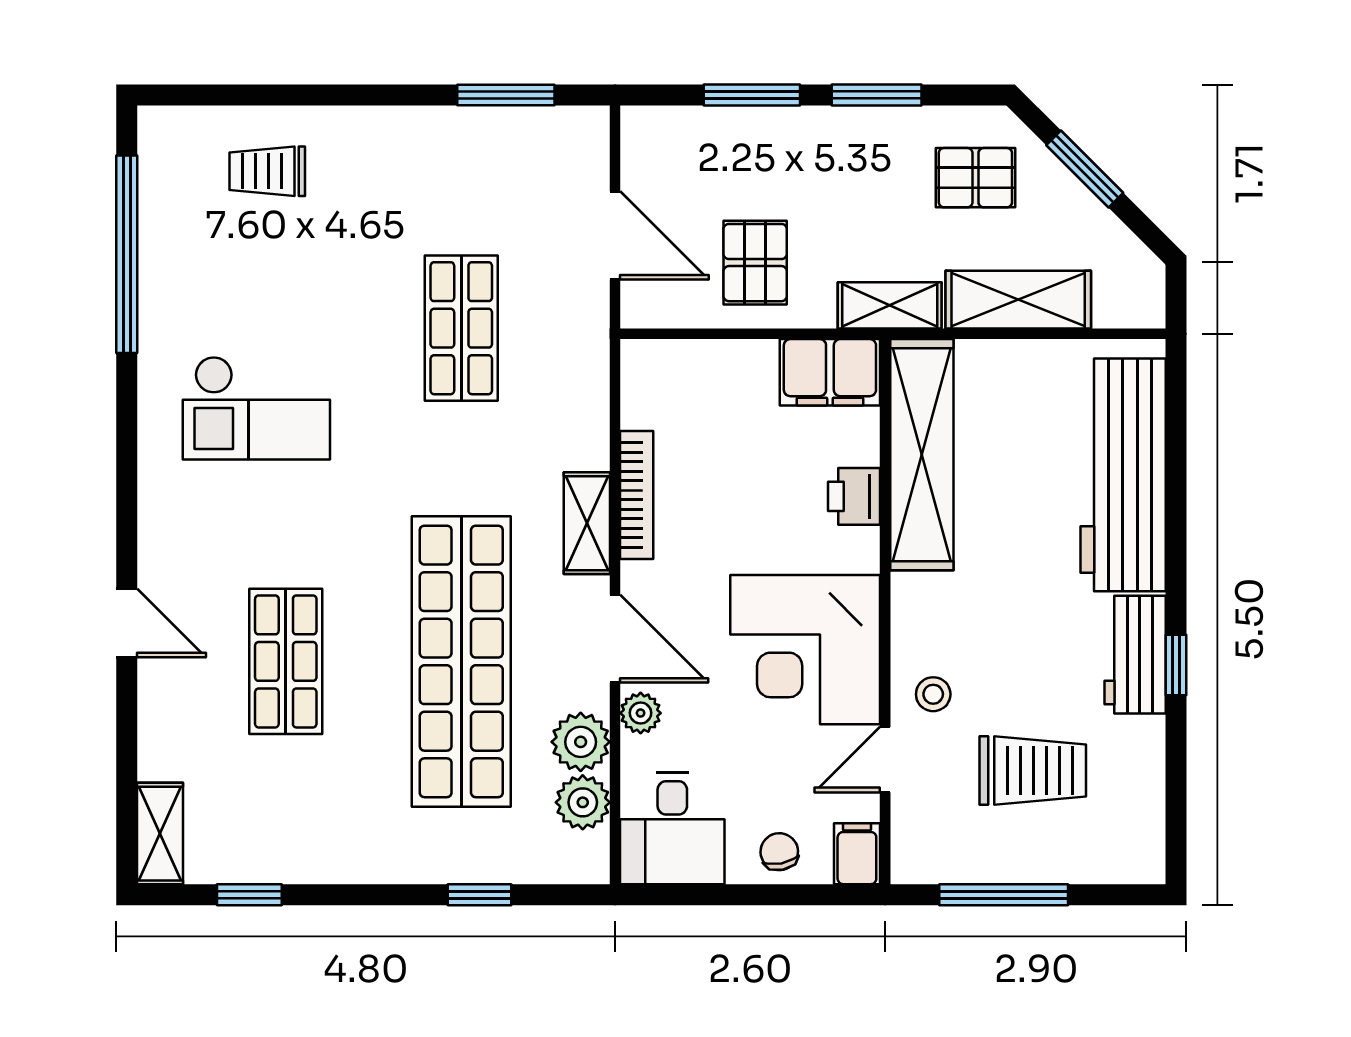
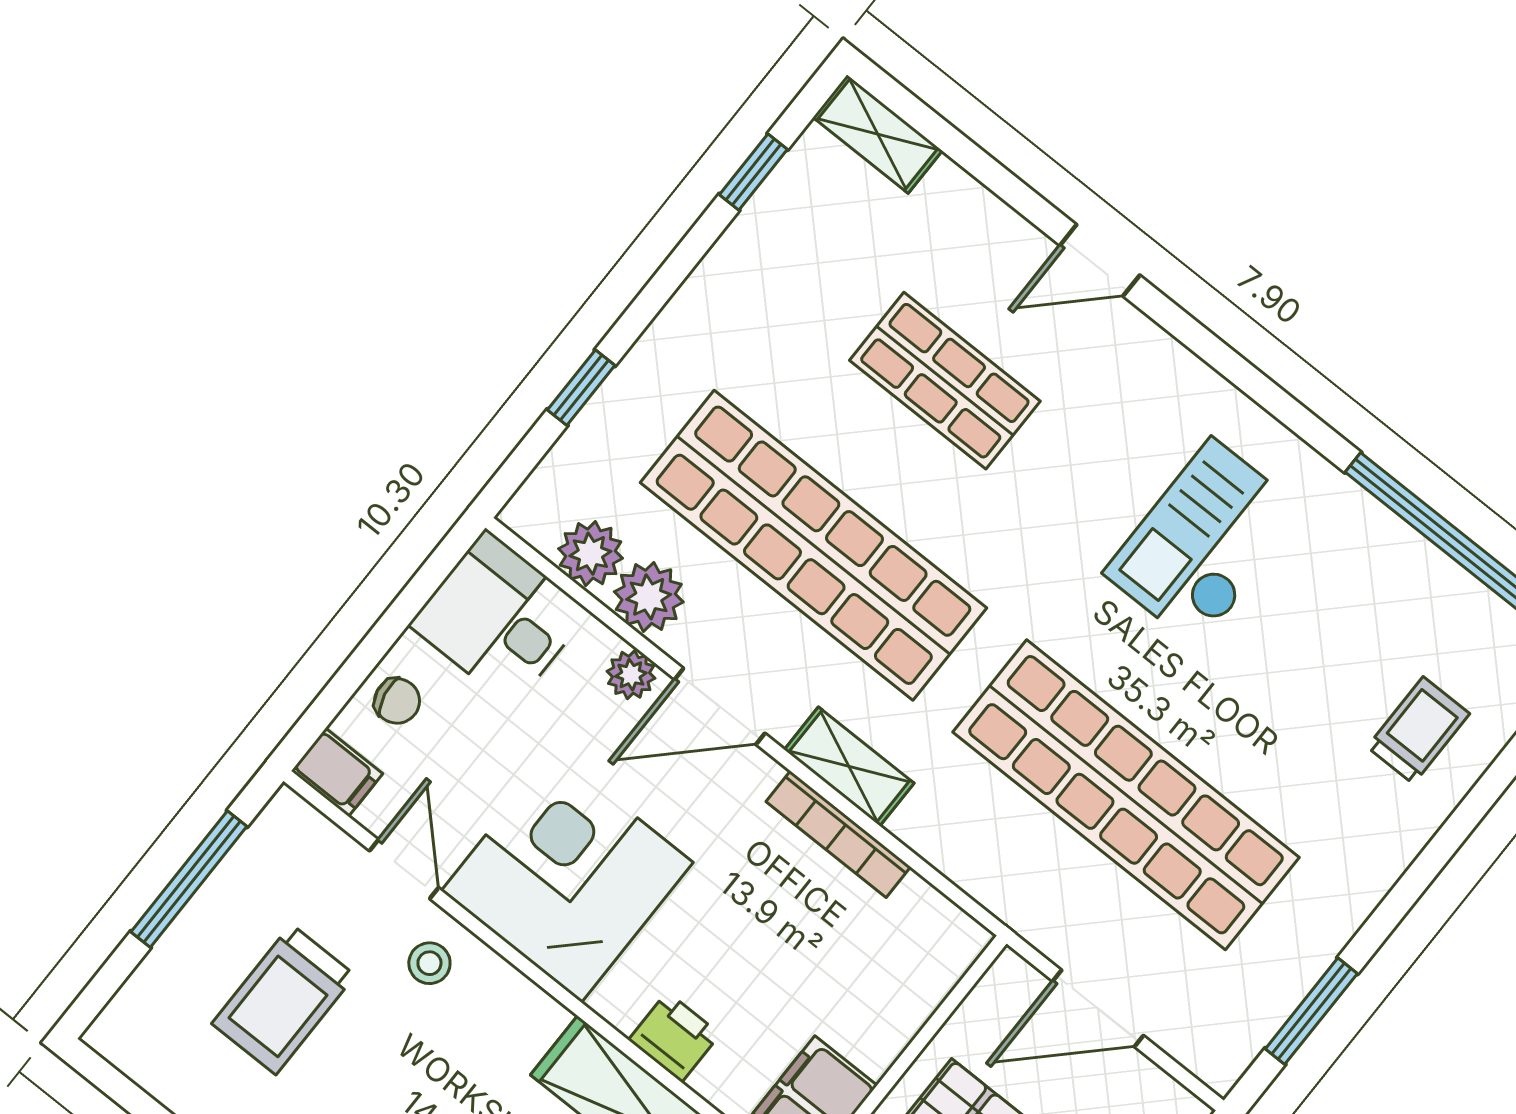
shop shelf: (461, 328) -> (1126, 795), width x2.00, depth x1.36

